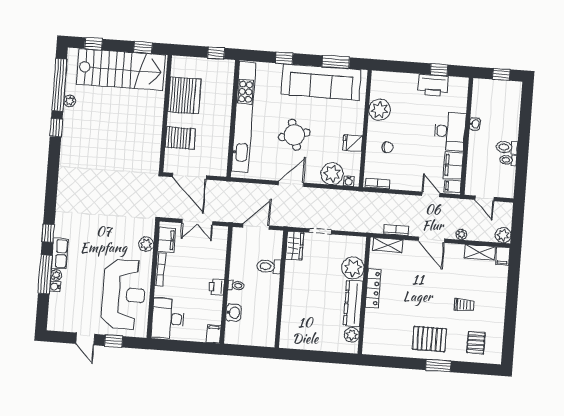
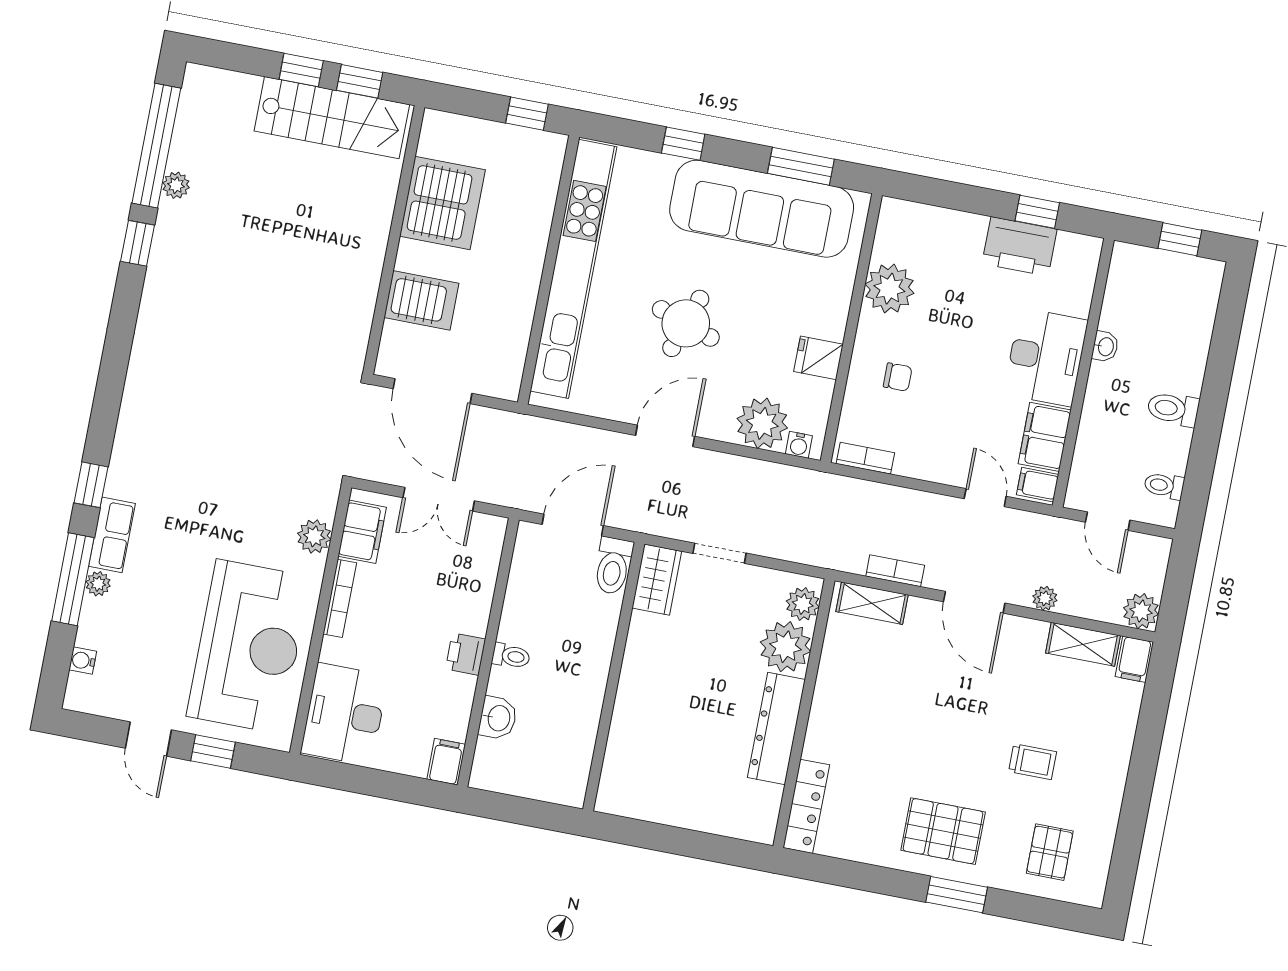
window: (93, 44) -> (301, 70), moved
stairs: (121, 70) -> (332, 118), width x0.73, depth x0.66
round table: (294, 135) -> (686, 323), turned 34
toilet: (508, 160) -> (1164, 486), moved
toilet: (269, 266) -> (613, 566), moved, turned -90
water cooler: (55, 287) -> (83, 661), moved
locker: (373, 288) -> (806, 806), moved
plant: (352, 335) -> (803, 604), moved

